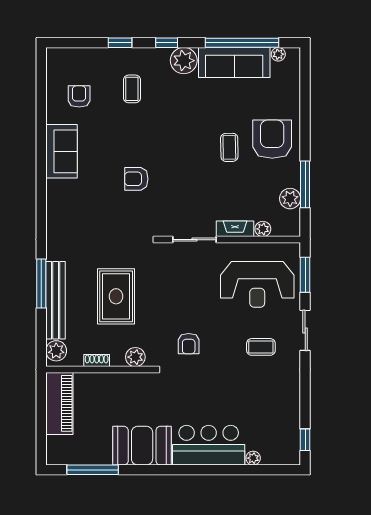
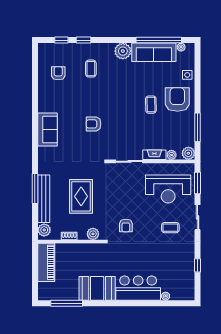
window: (167, 43) -> (61, 40), moved
side table: (288, 99) -> (187, 75), added
sofa: (62, 151) -> (47, 129), moved
plant: (290, 199) -> (188, 153), moved
window: (305, 440) -> (198, 265), moved

